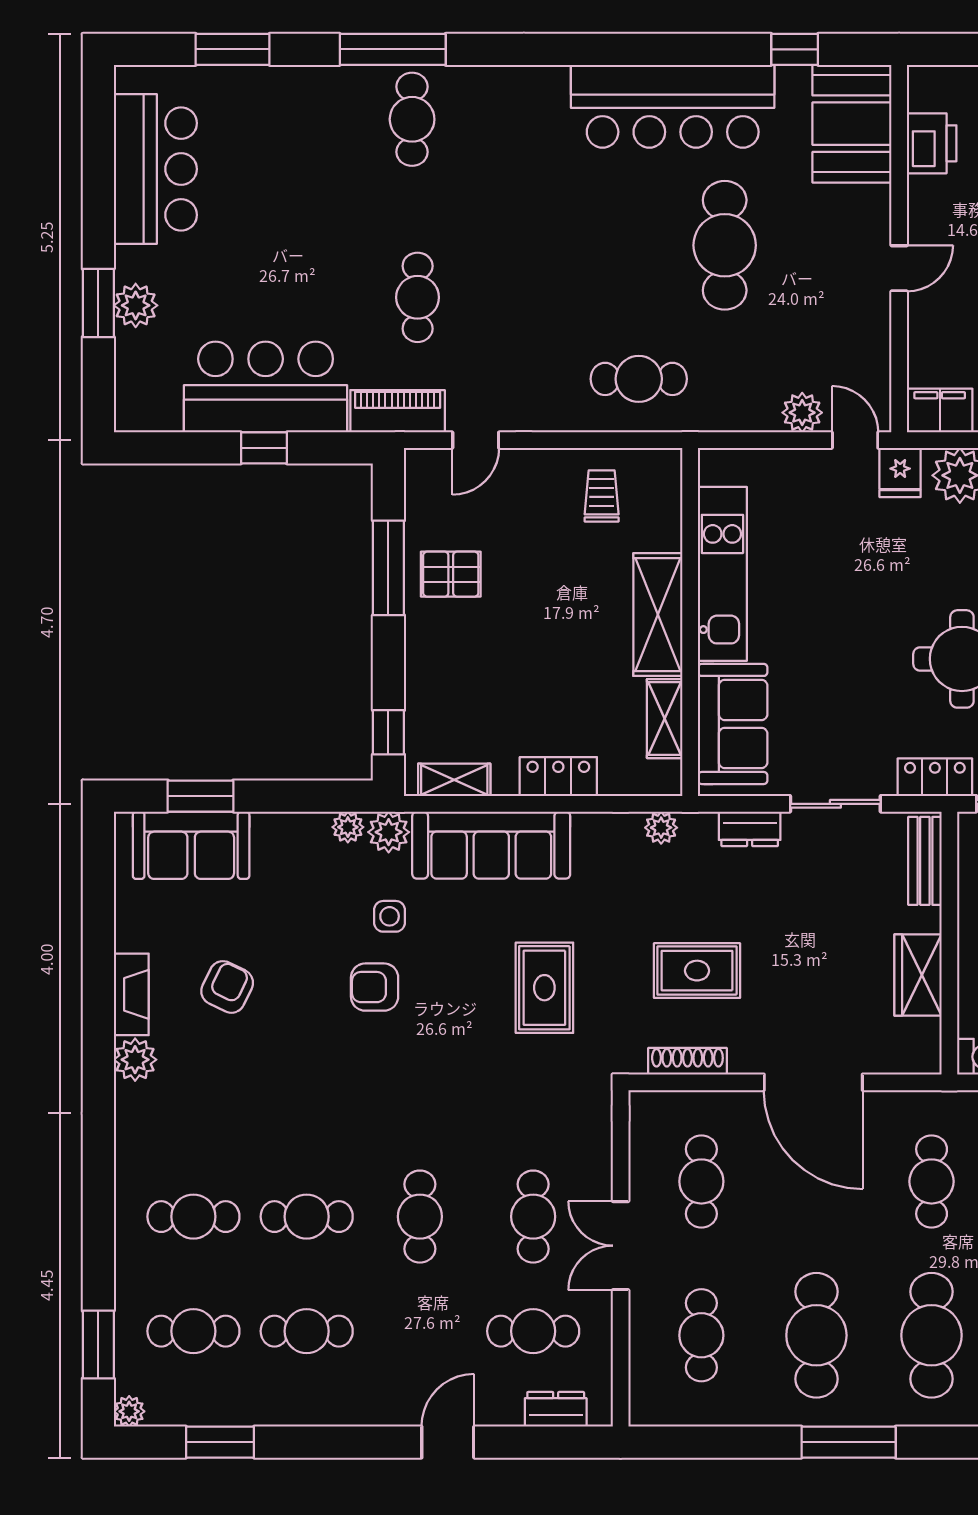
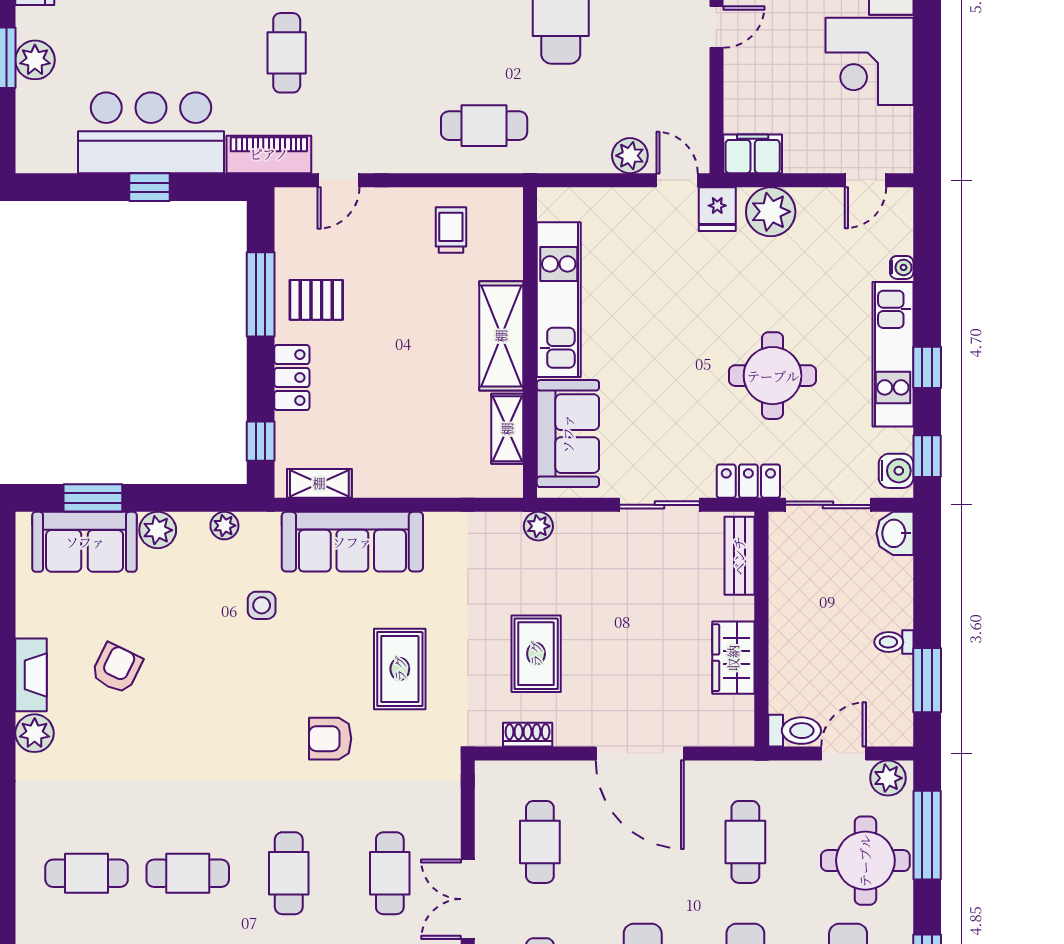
locker: (558, 777) -> (292, 378), moved, turned 90
plant: (661, 828) -> (538, 526), moved
dresser: (750, 829) -> (583, 527), removed
plant: (389, 832) -> (158, 530), moved
rug: (697, 971) -> (536, 654), turned 90
armchair: (375, 987) -> (330, 739), moved
shoe rack: (687, 1061) -> (528, 735), width x0.70

